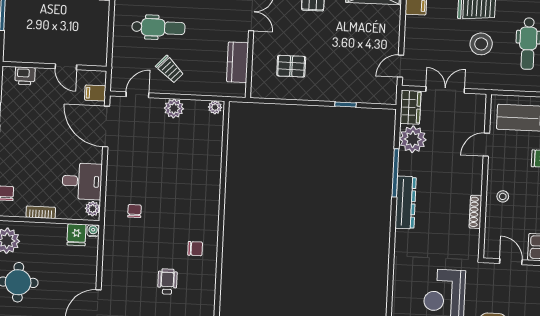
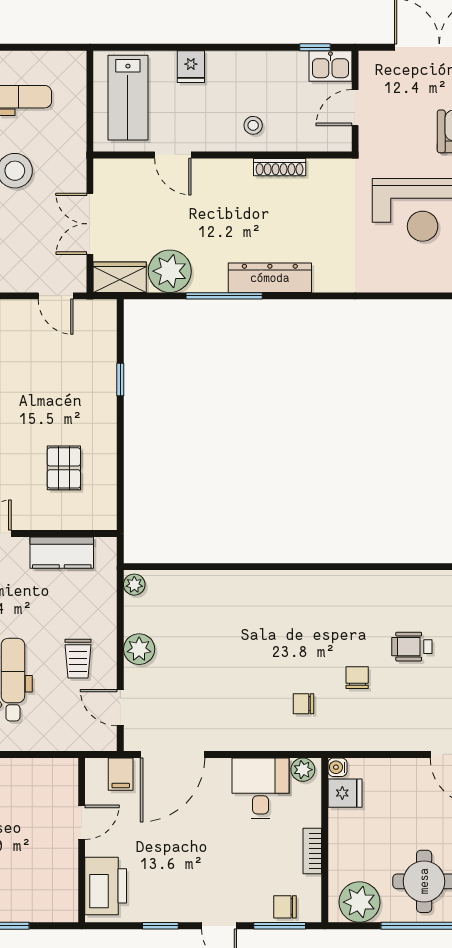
trolley: (170, 69) -> (78, 659), turned 137
printer: (25, 76) -> (106, 886), width x1.87, depth x1.48
chair: (195, 249) -> (357, 678), moved

